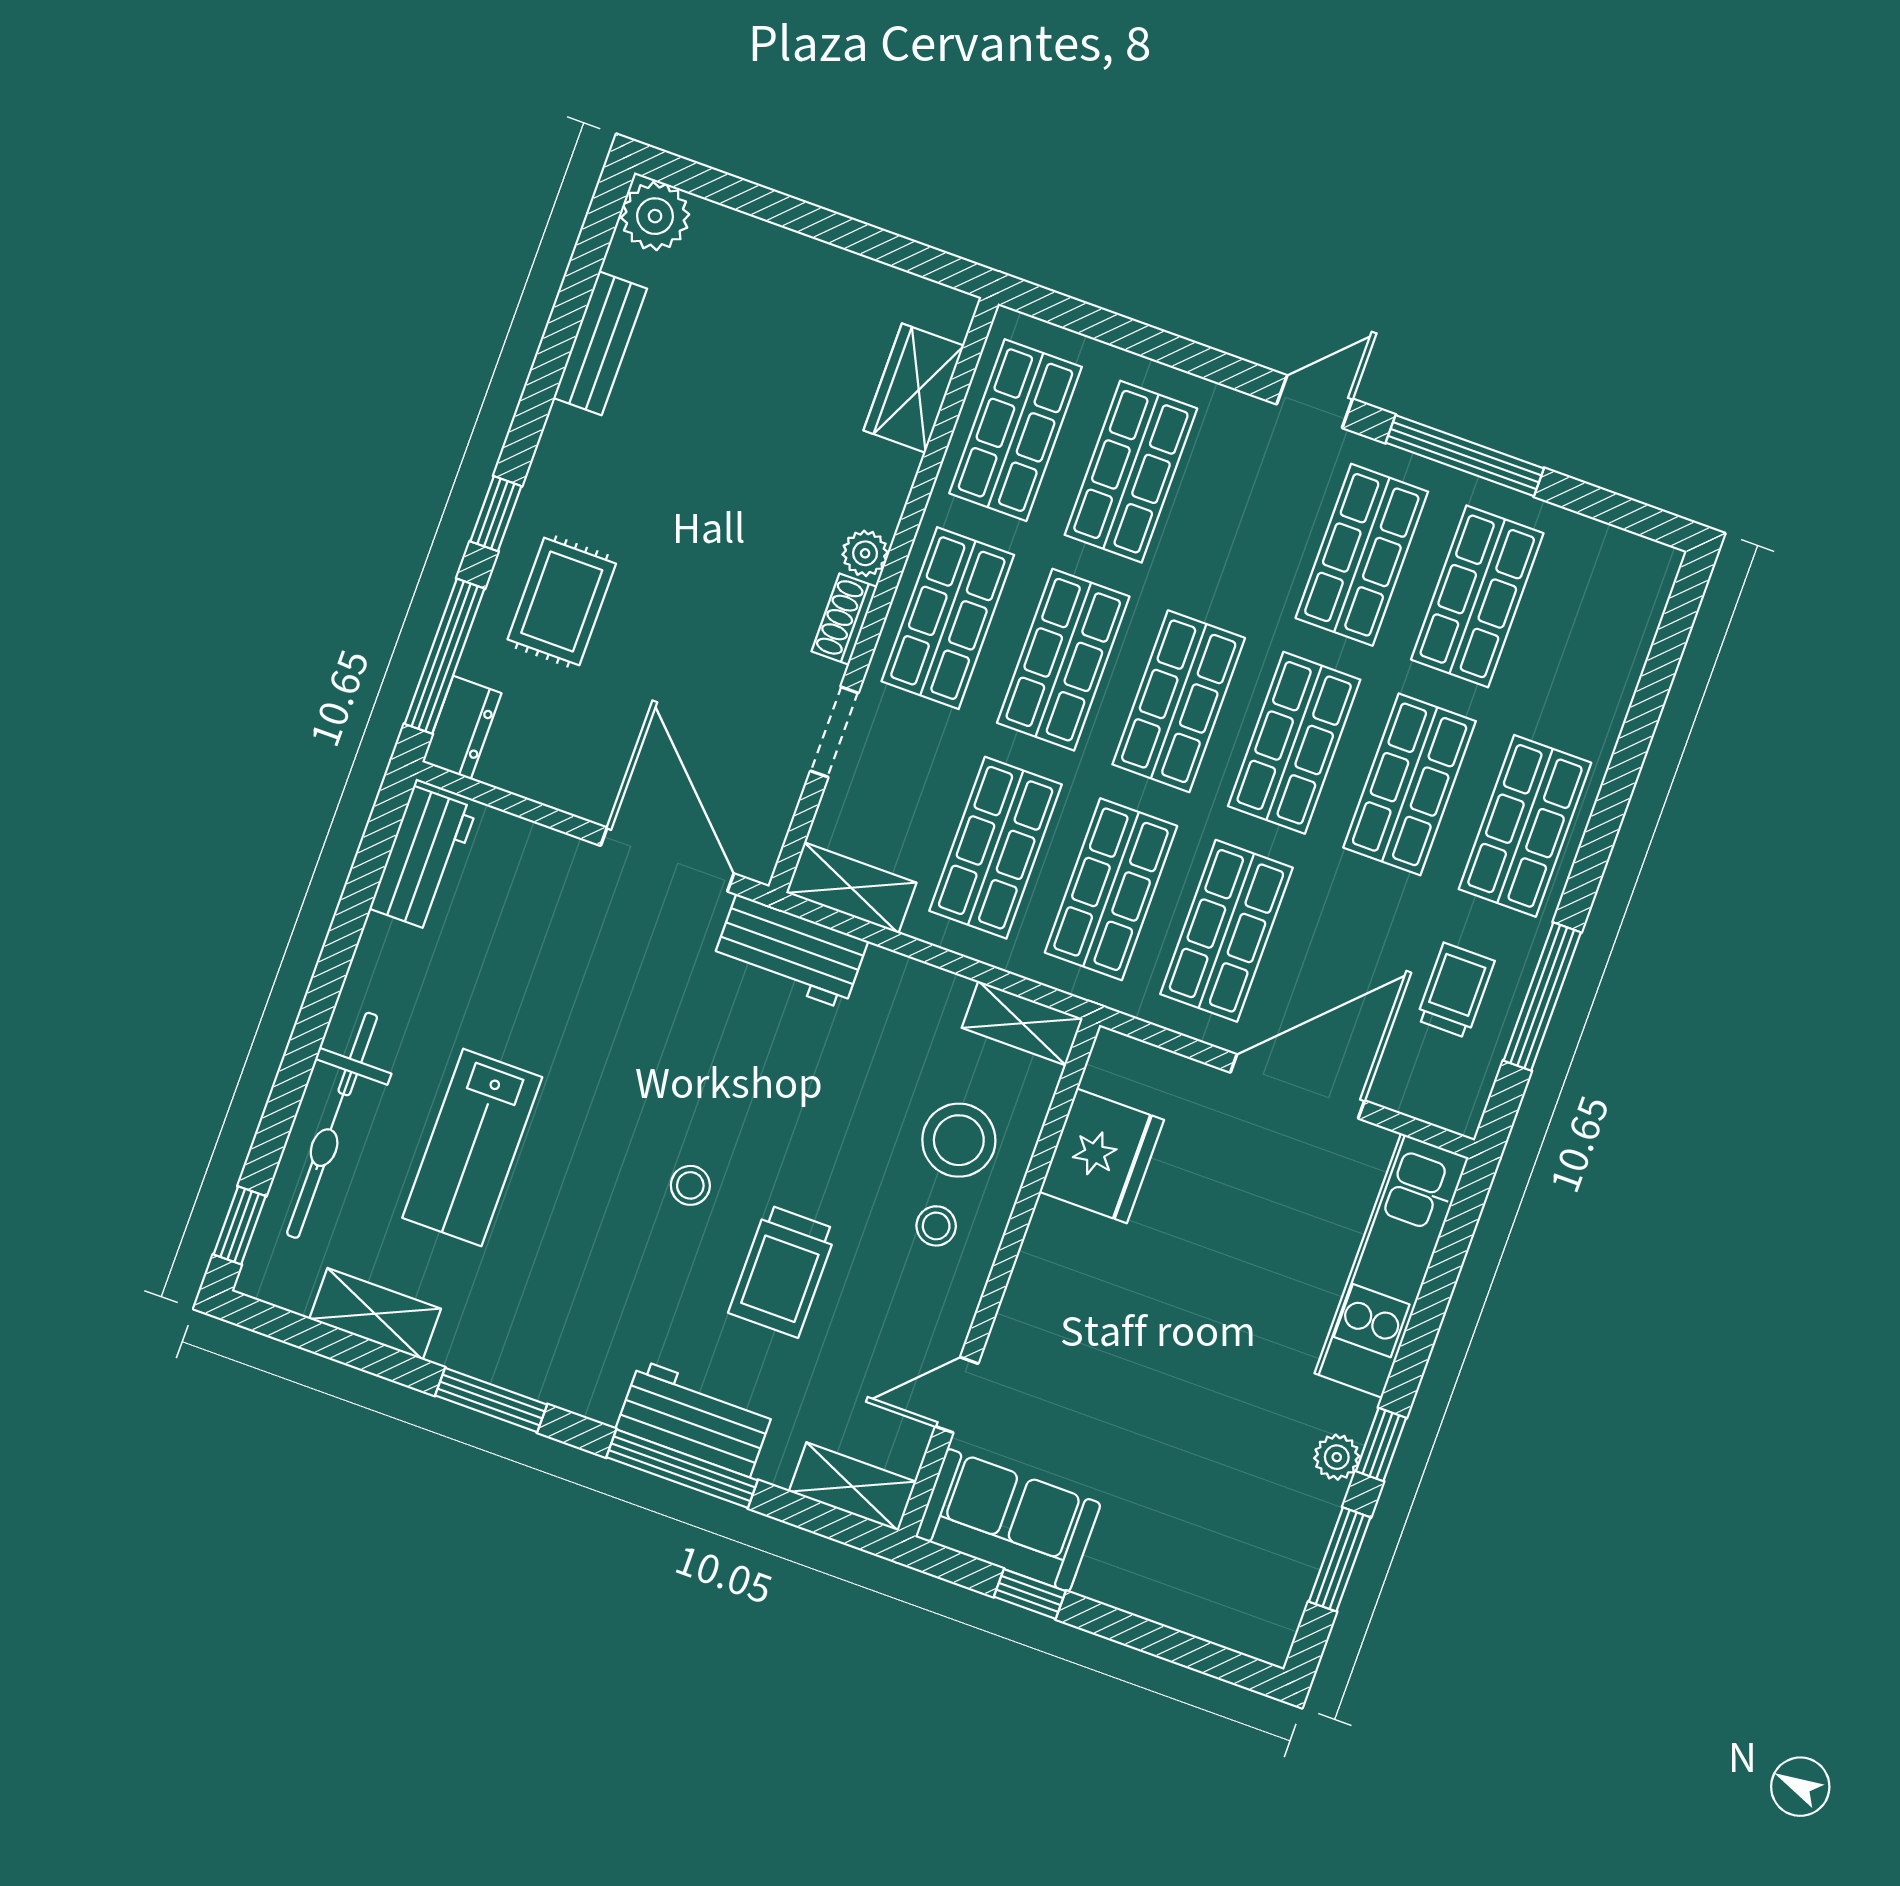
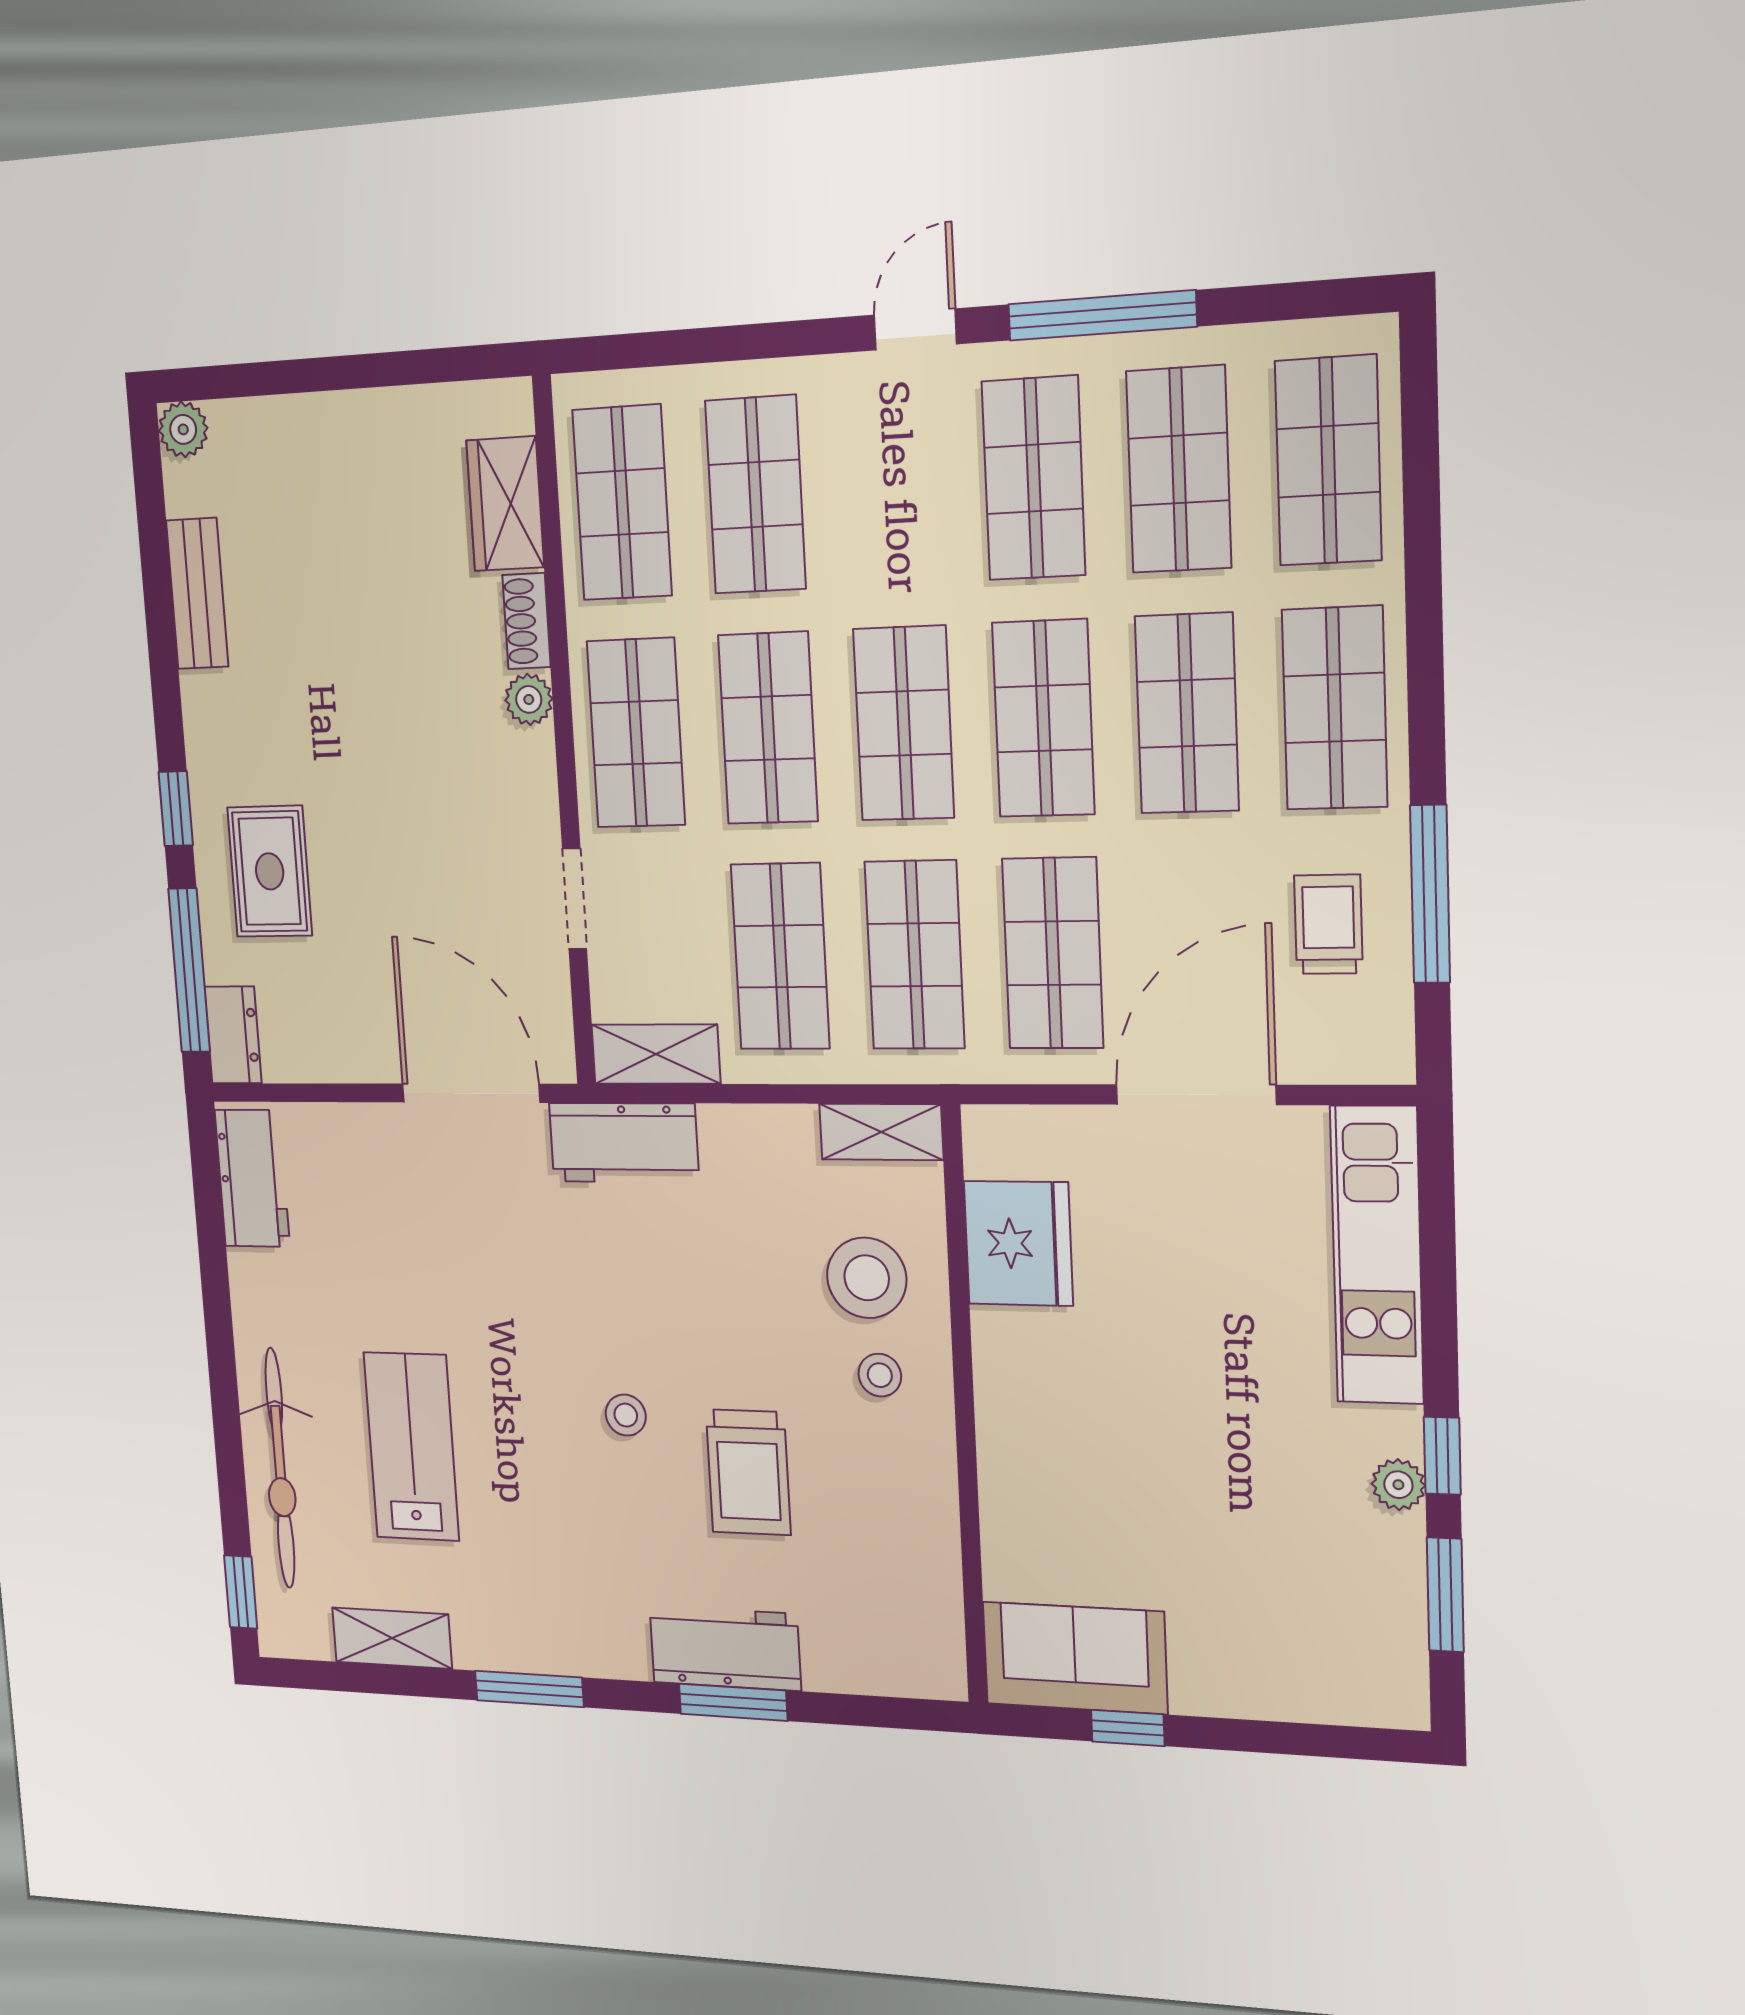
plant: (655, 216) -> (183, 429), width x0.73, depth x0.73
shoe rack: (844, 619) -> (526, 621), moved
shop shelf: (1593, 638) -> (1328, 461), added
lab bench: (472, 1147) -> (411, 1447), turned 180
door: (957, 1395) -> (971, 1544), removed
window: (682, 1469) -> (733, 1702), width x0.69
shelving: (852, 1487) -> (905, 1670), removed

